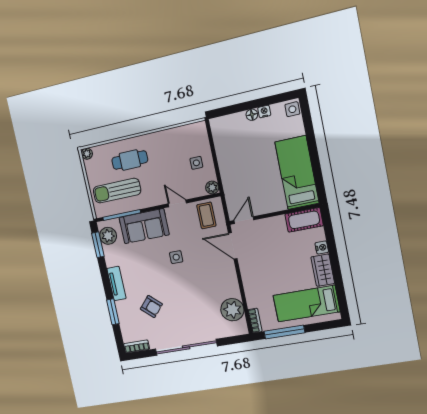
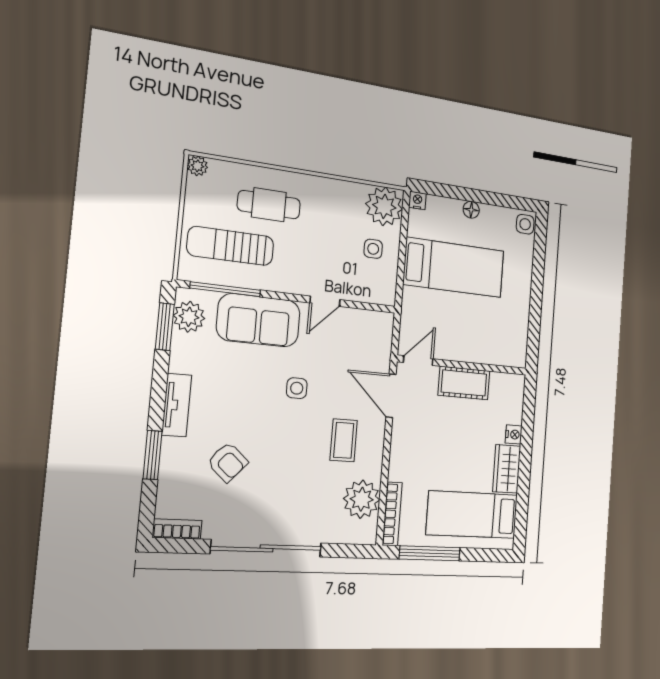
nightstand: (264, 111) -> (417, 201), moved
bed: (297, 173) -> (454, 268), moved, turned 90
plant: (212, 188) -> (384, 206), moved, width x1.88, depth x1.88
door: (177, 203) -> (325, 301), swing flipped
coffee table: (206, 215) -> (344, 440), moved
cot: (304, 220) -> (464, 383), moved
bookcase: (255, 321) -> (392, 514), width x1.56

